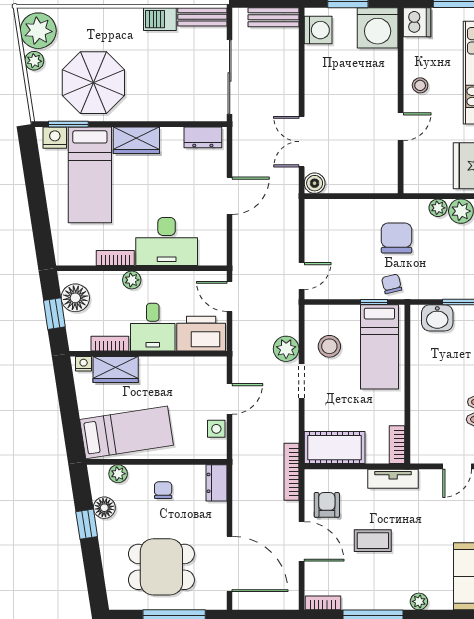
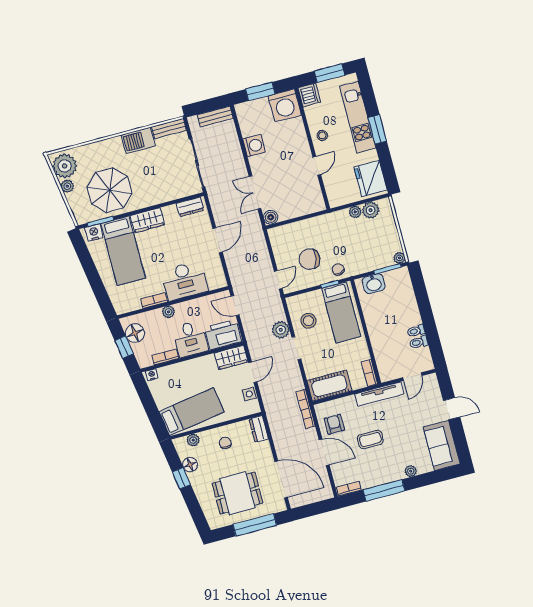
barbecue: (160, 19) -> (138, 140), width x1.38, depth x1.27
washing machine: (318, 30) -> (254, 146), moved
chair: (397, 238) -> (309, 259), moved, turned -80
wardrobe: (116, 370) -> (231, 357), moved
tv unit: (393, 479) -> (379, 394), width x1.41

